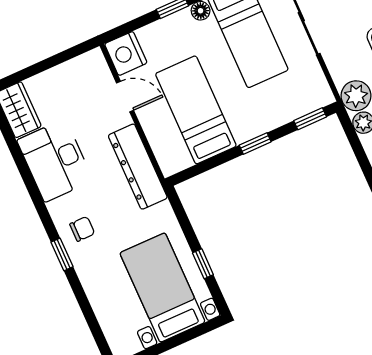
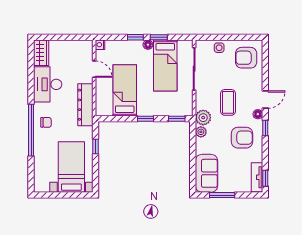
nightstand: (126, 53) -> (100, 45), width x0.53, depth x0.56
window: (62, 254) -> (31, 130), width x3.17
window: (203, 264) -> (95, 147), moved

